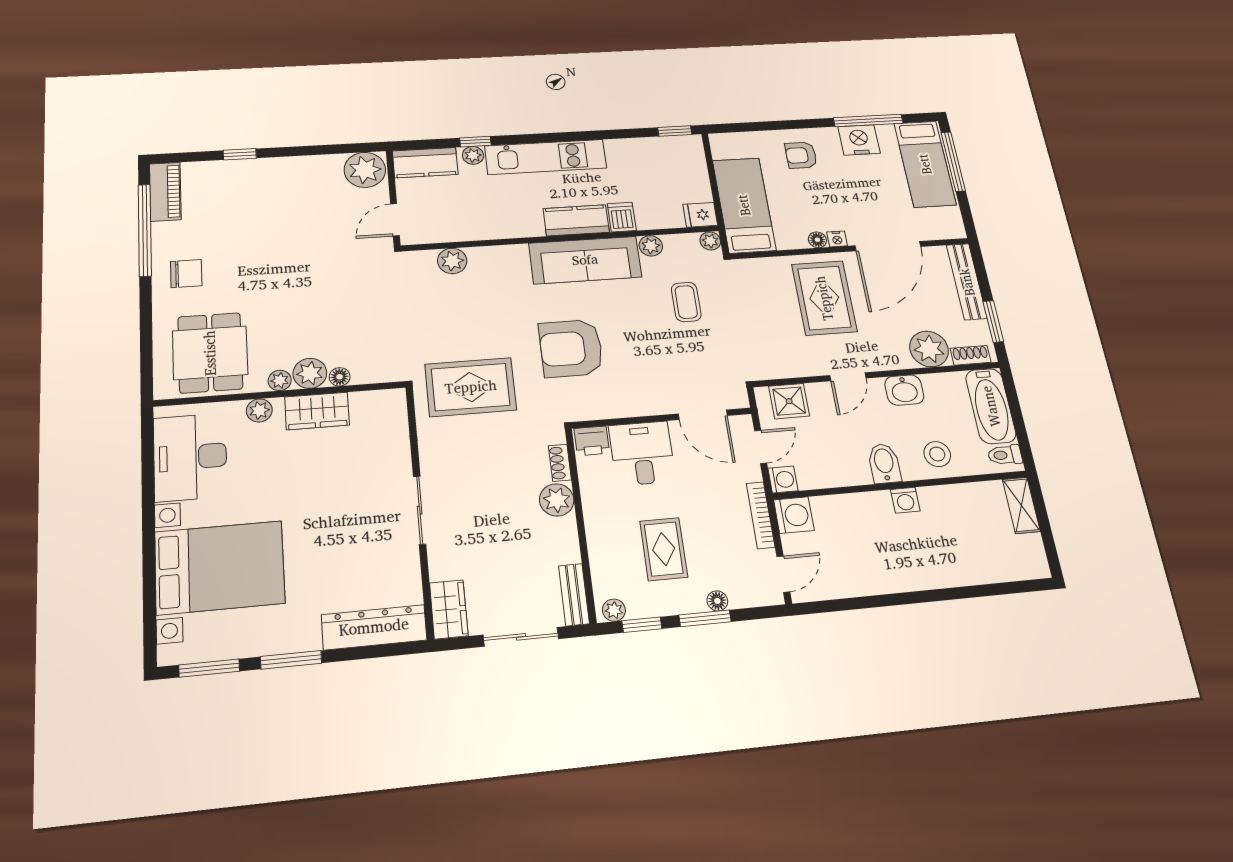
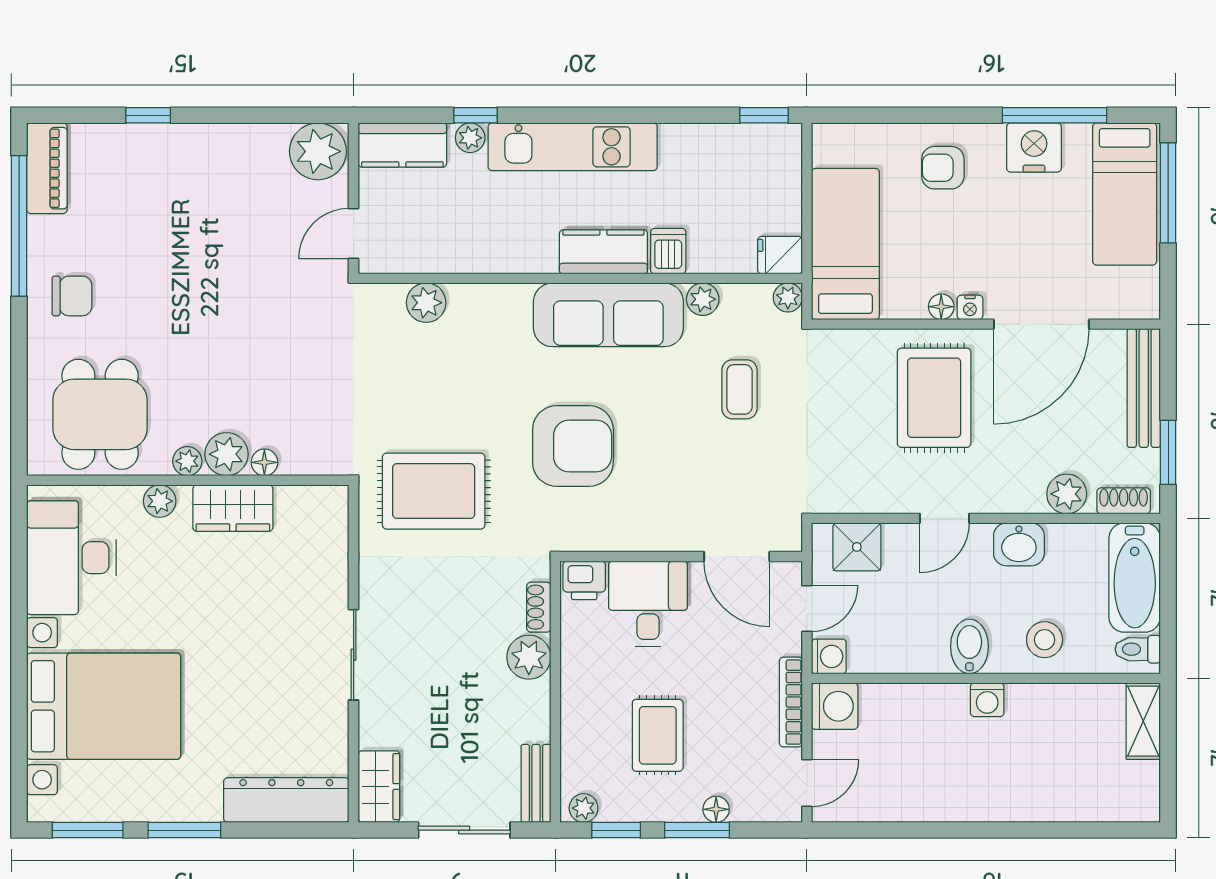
armchair: (571, 348) -> (573, 446), turned 180
plant: (929, 349) -> (1067, 494), width x0.73, depth x0.73

